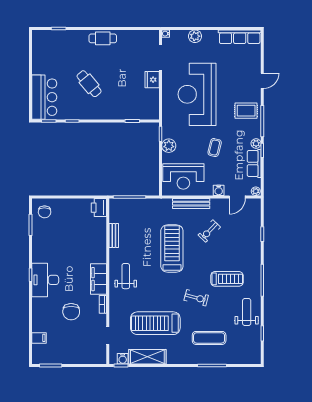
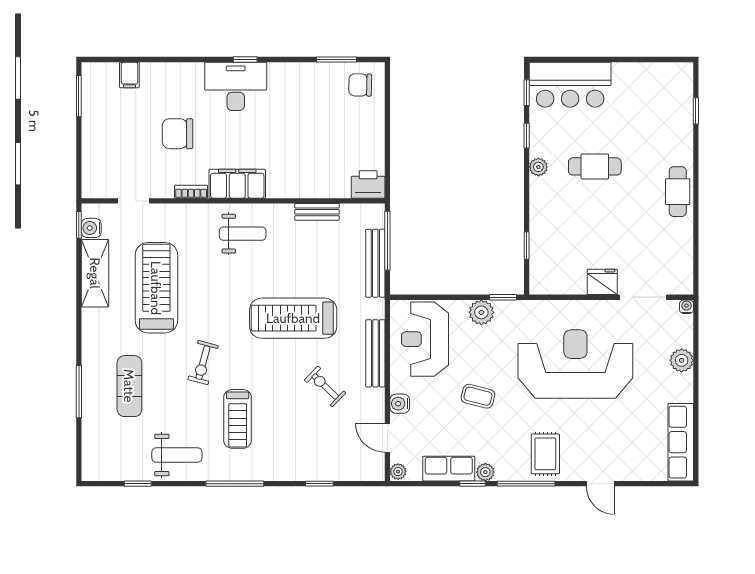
cafe table: (89, 84) -> (595, 166), turned 40
plant: (89, 115) -> (538, 167), added
bench: (142, 204) -> (375, 263), added
treadmill: (172, 248) -> (293, 318), turned 180

